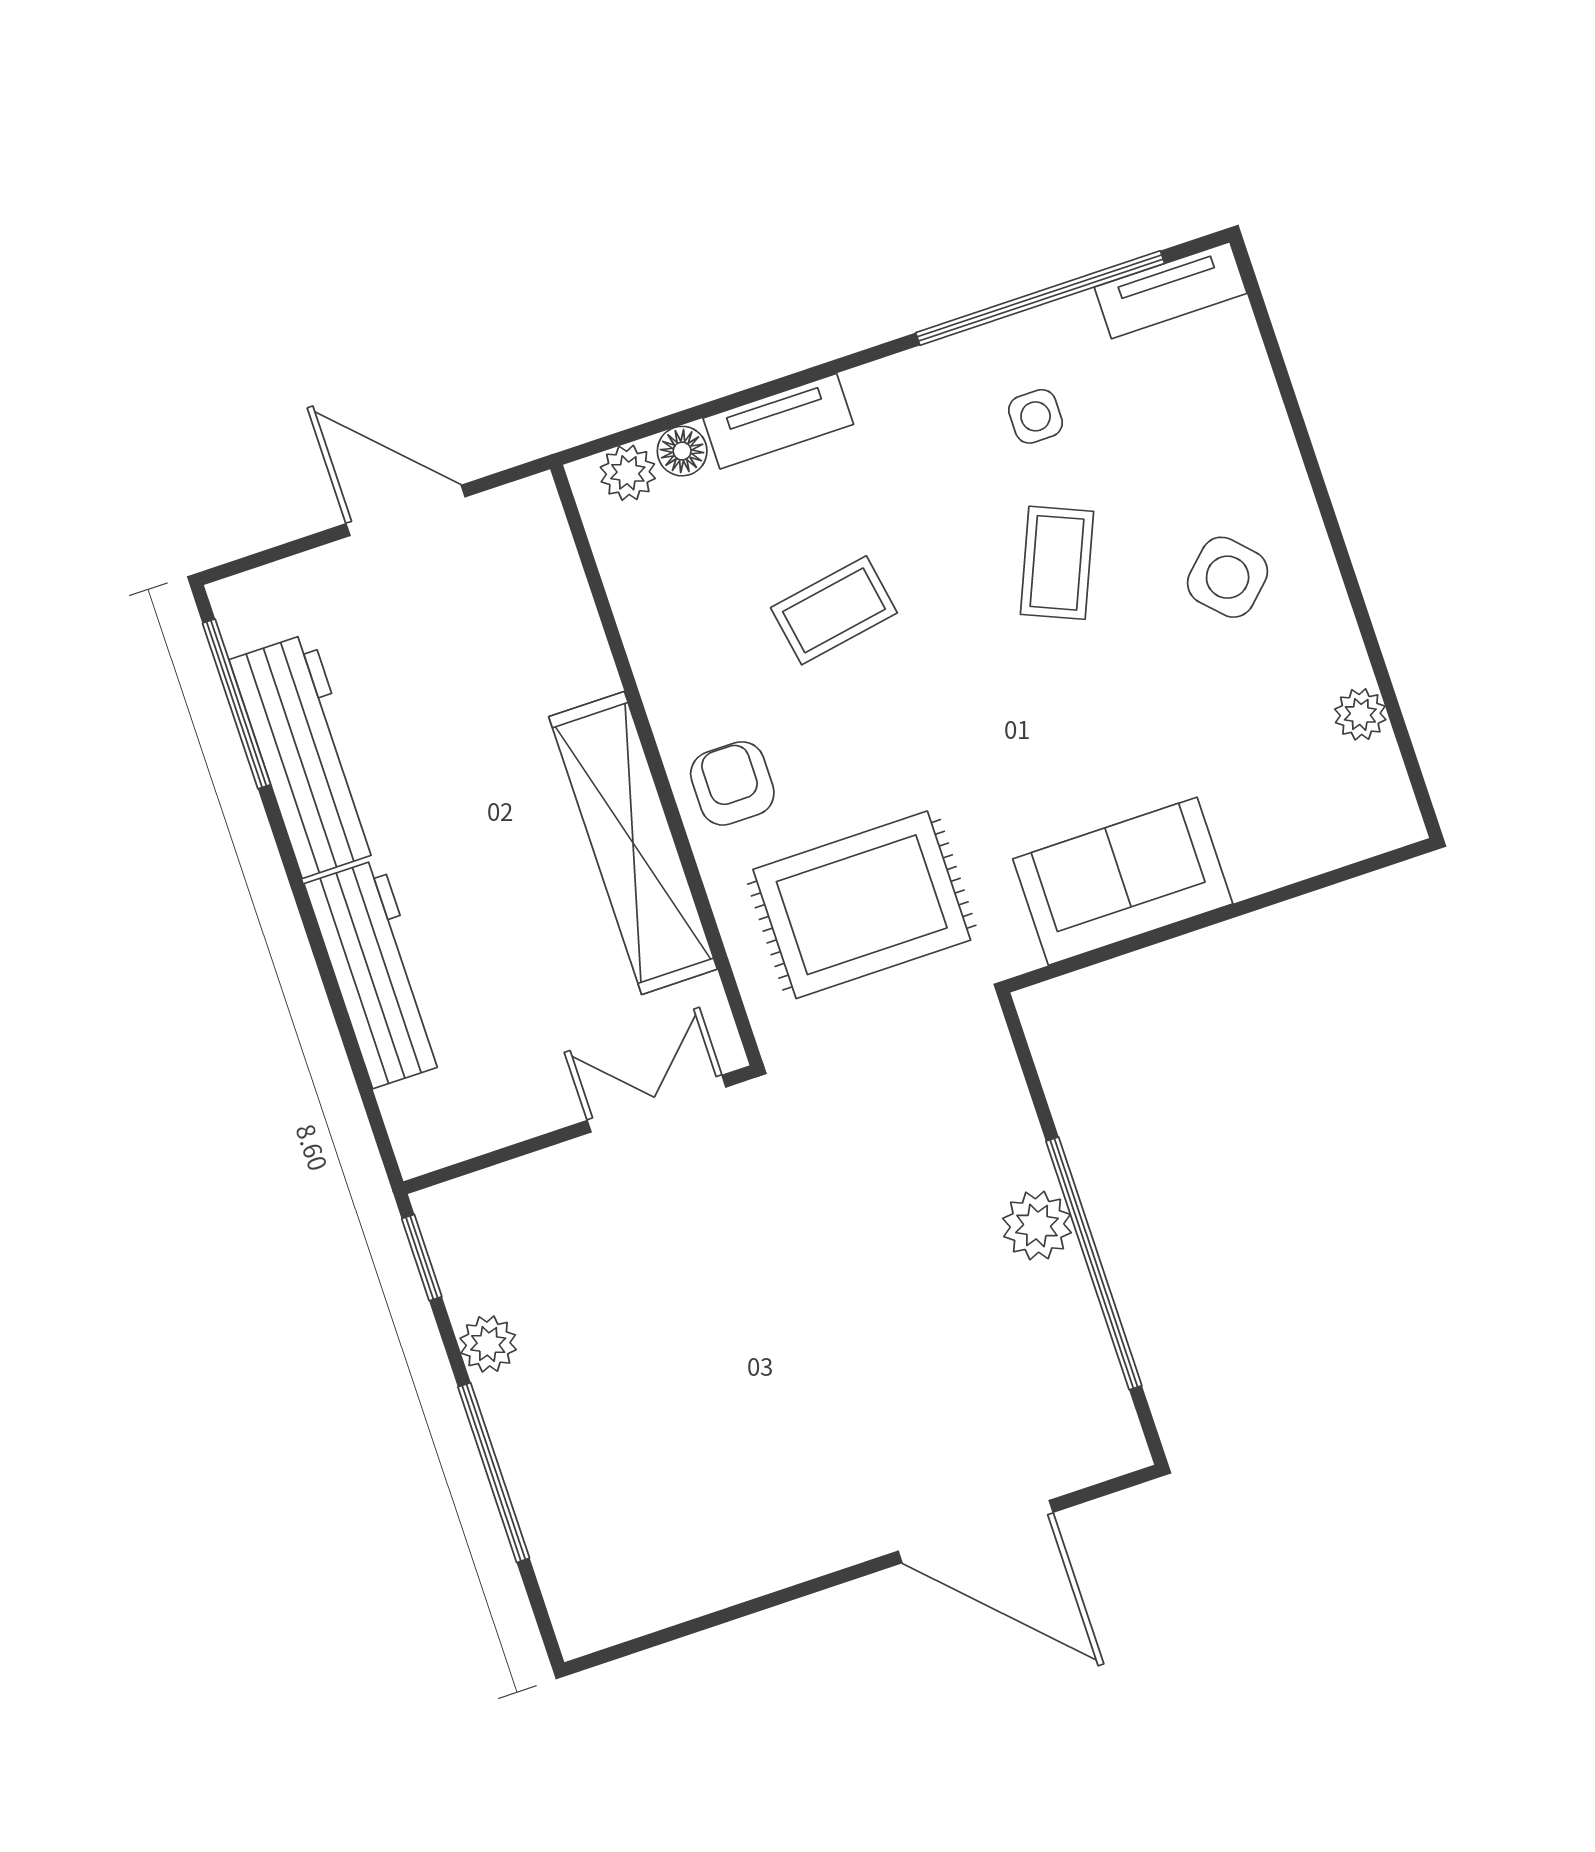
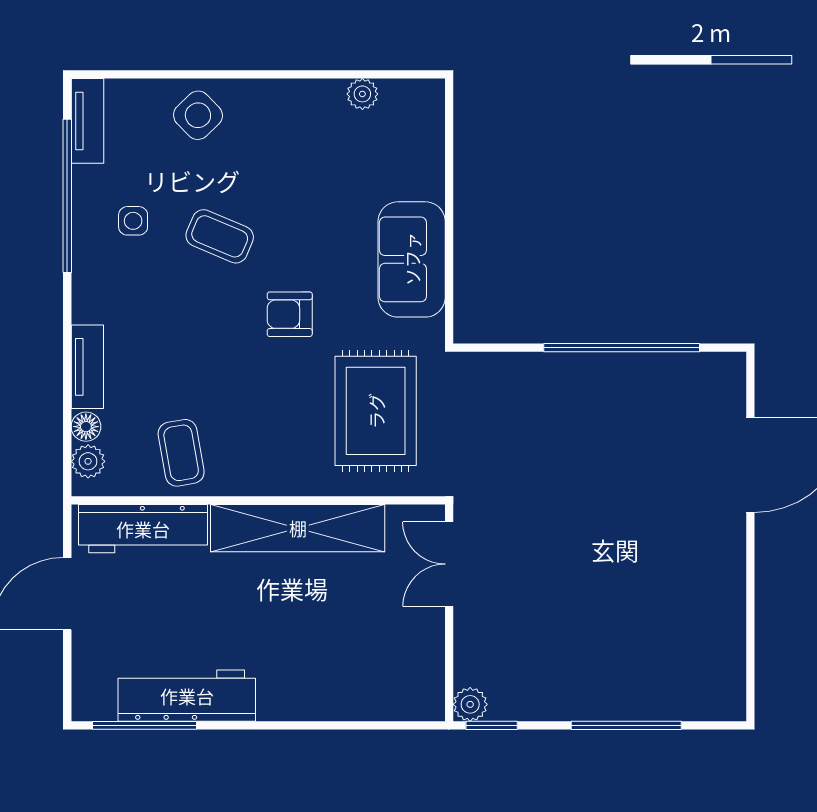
side table: (1228, 577) -> (198, 115), moved
coffee table: (834, 610) -> (181, 453), moved
armchair: (732, 783) -> (290, 314), moved
workbench: (377, 973) -> (143, 529), moved, turned 180
plant: (1037, 1225) -> (589, 373), removed
plant: (488, 1344) -> (470, 704), moved

